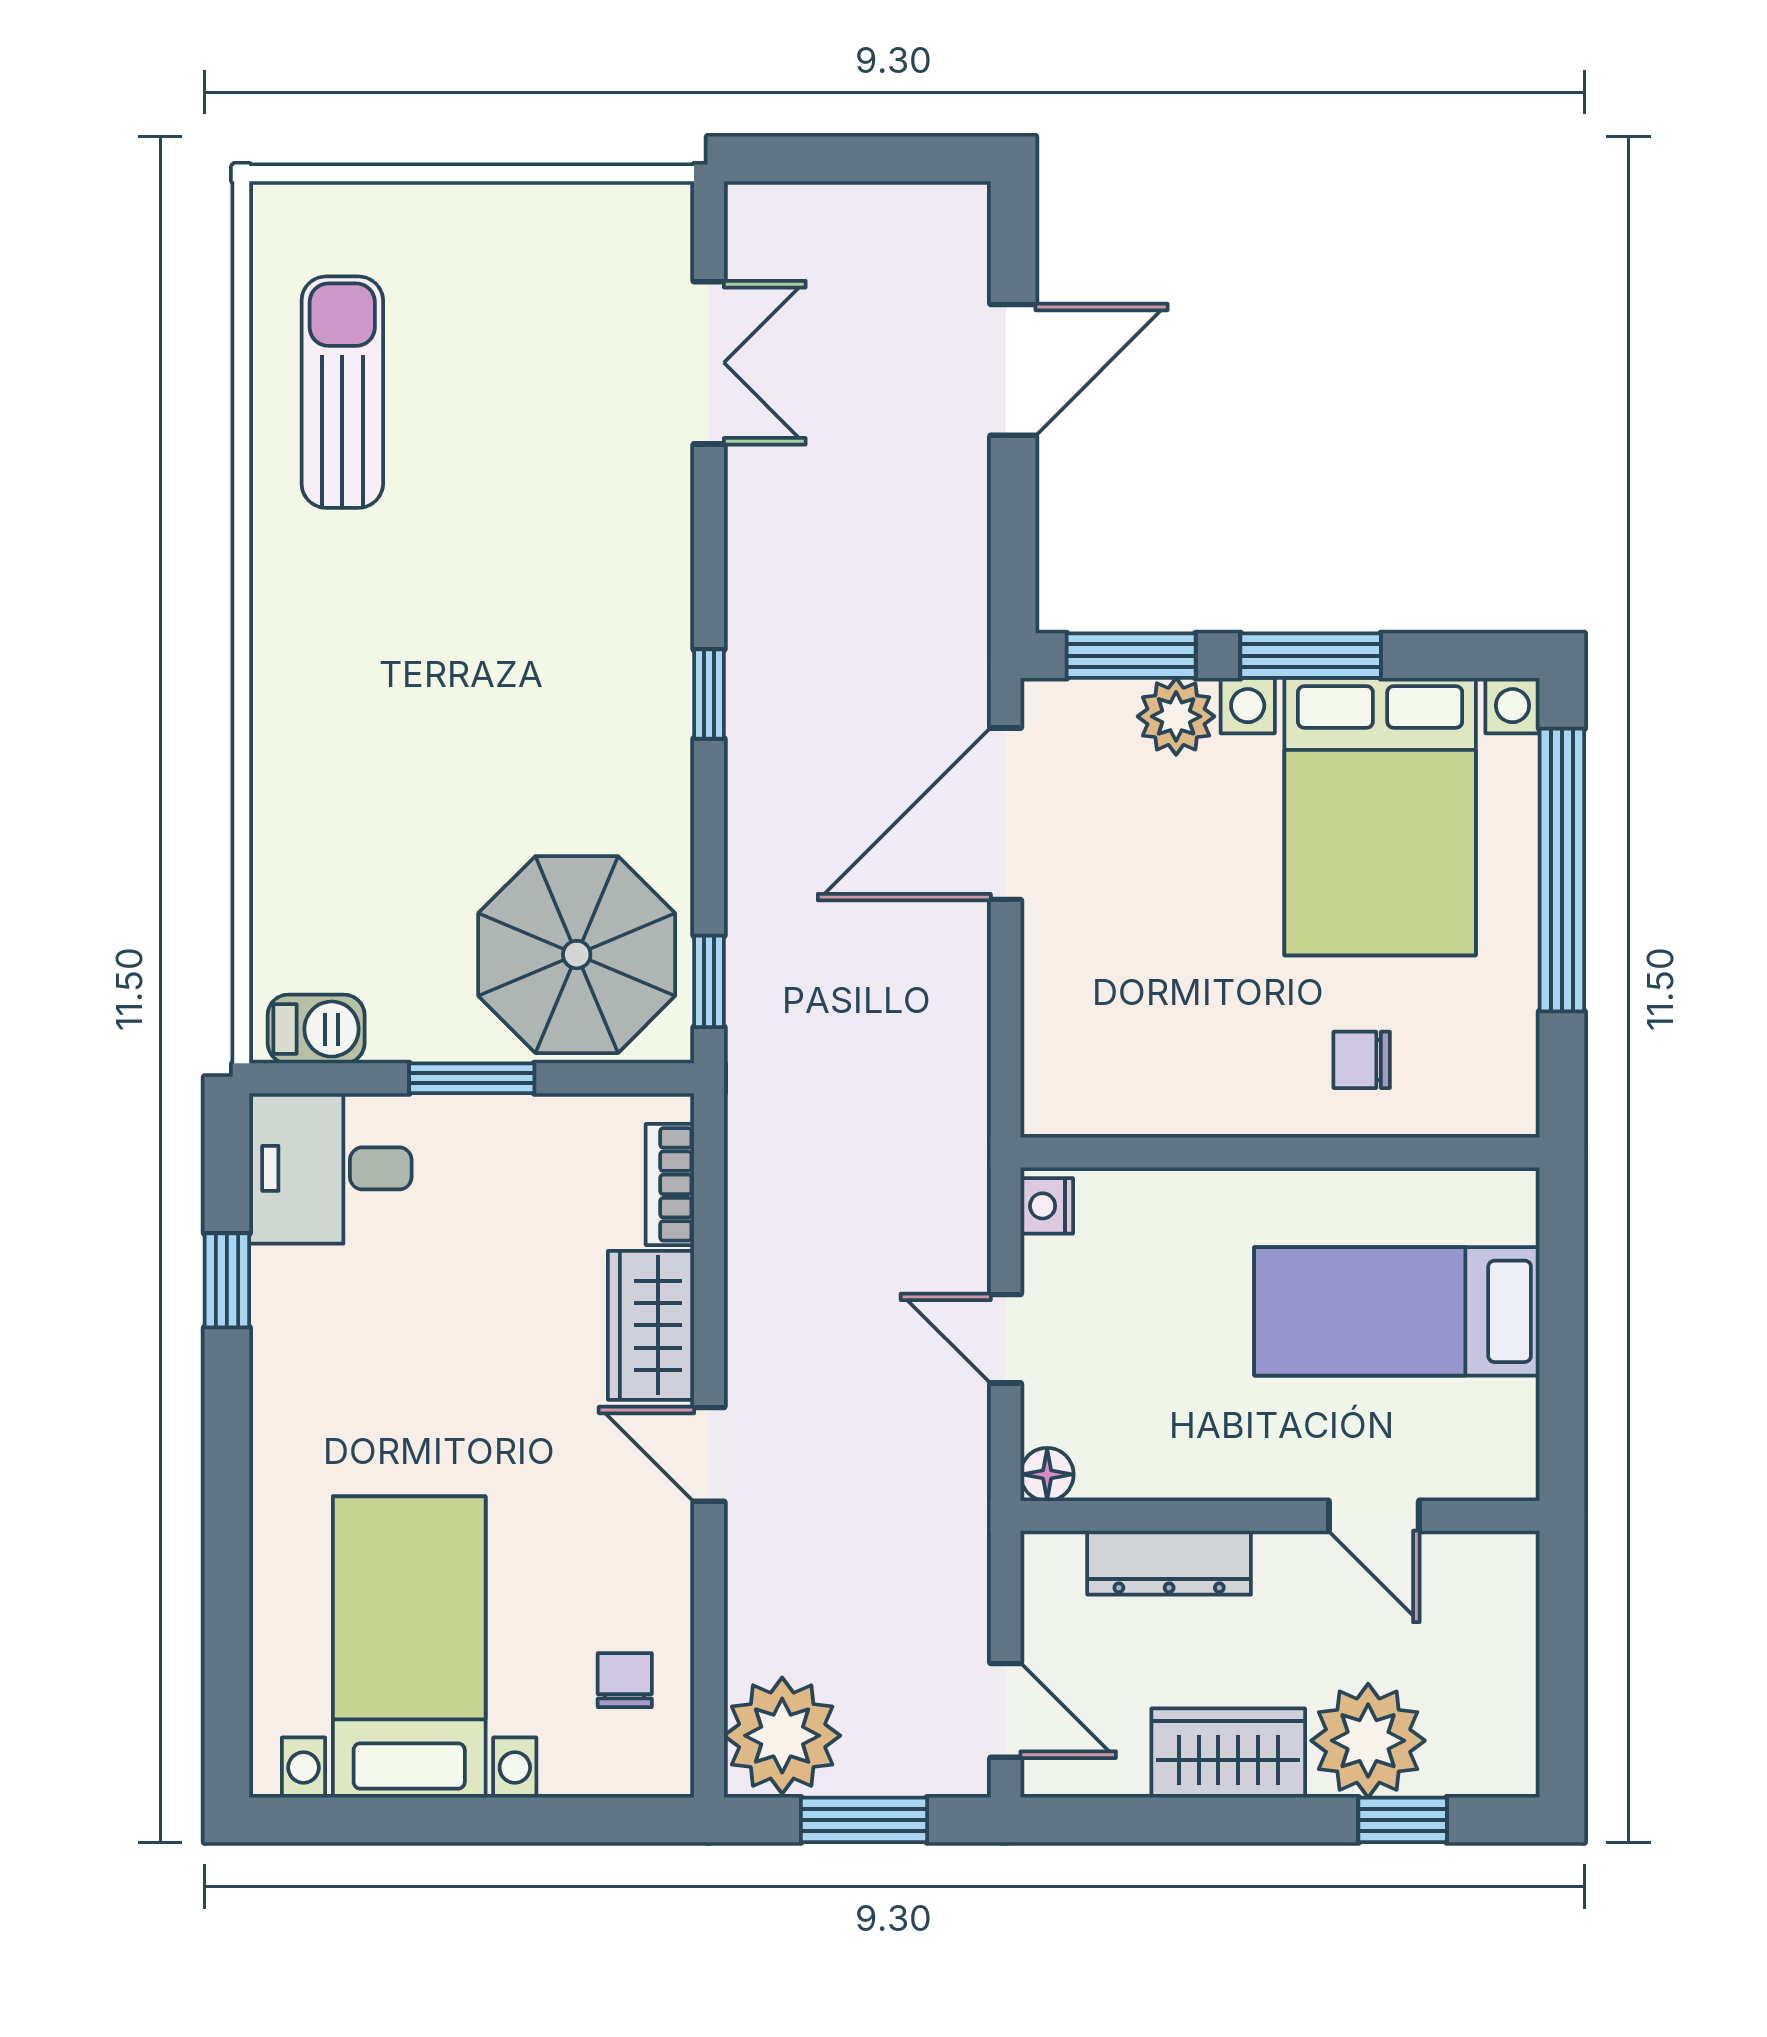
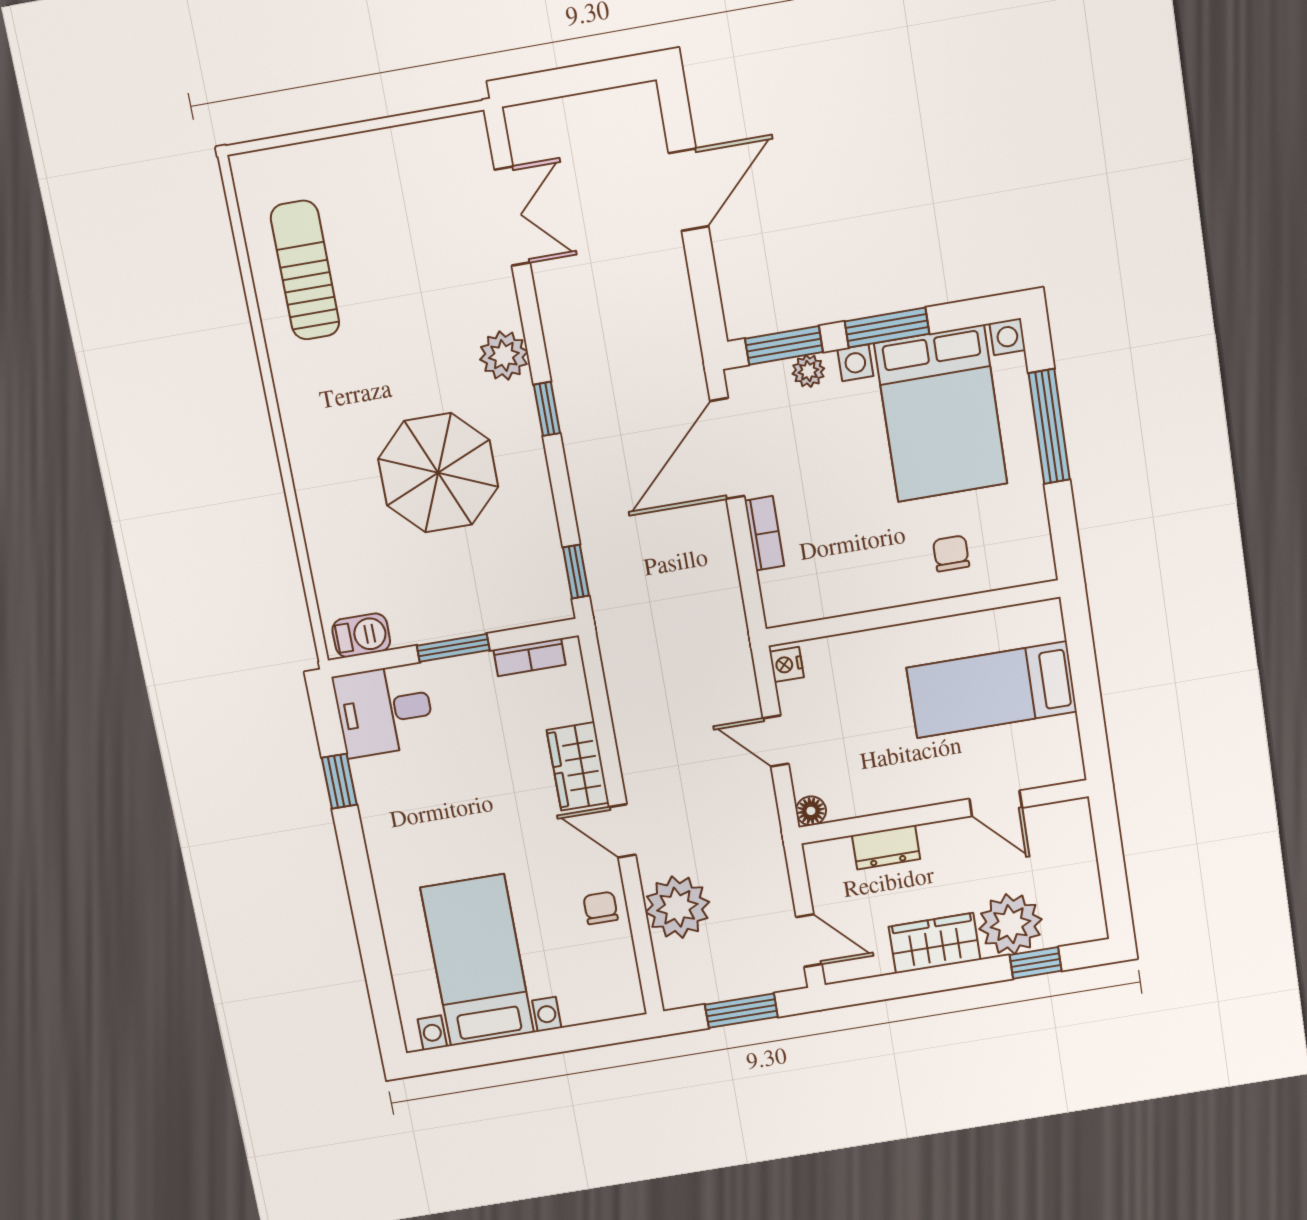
plant: (652, 592) -> (504, 356), added
plant: (1176, 716) -> (808, 371), width x0.73, depth x0.73
window: (1562, 870) -> (1049, 426), width x0.68
parasol: (577, 955) -> (438, 473), moved
bookcase: (1045, 970) -> (764, 533), added
chair: (1362, 1060) -> (951, 553), turned 90
bookcase: (670, 1184) -> (529, 657), moved, turned -90
dresser: (1169, 1563) -> (886, 847), width x0.70
chair: (625, 1680) -> (601, 908), moved
plant: (782, 1736) -> (677, 907), moved

